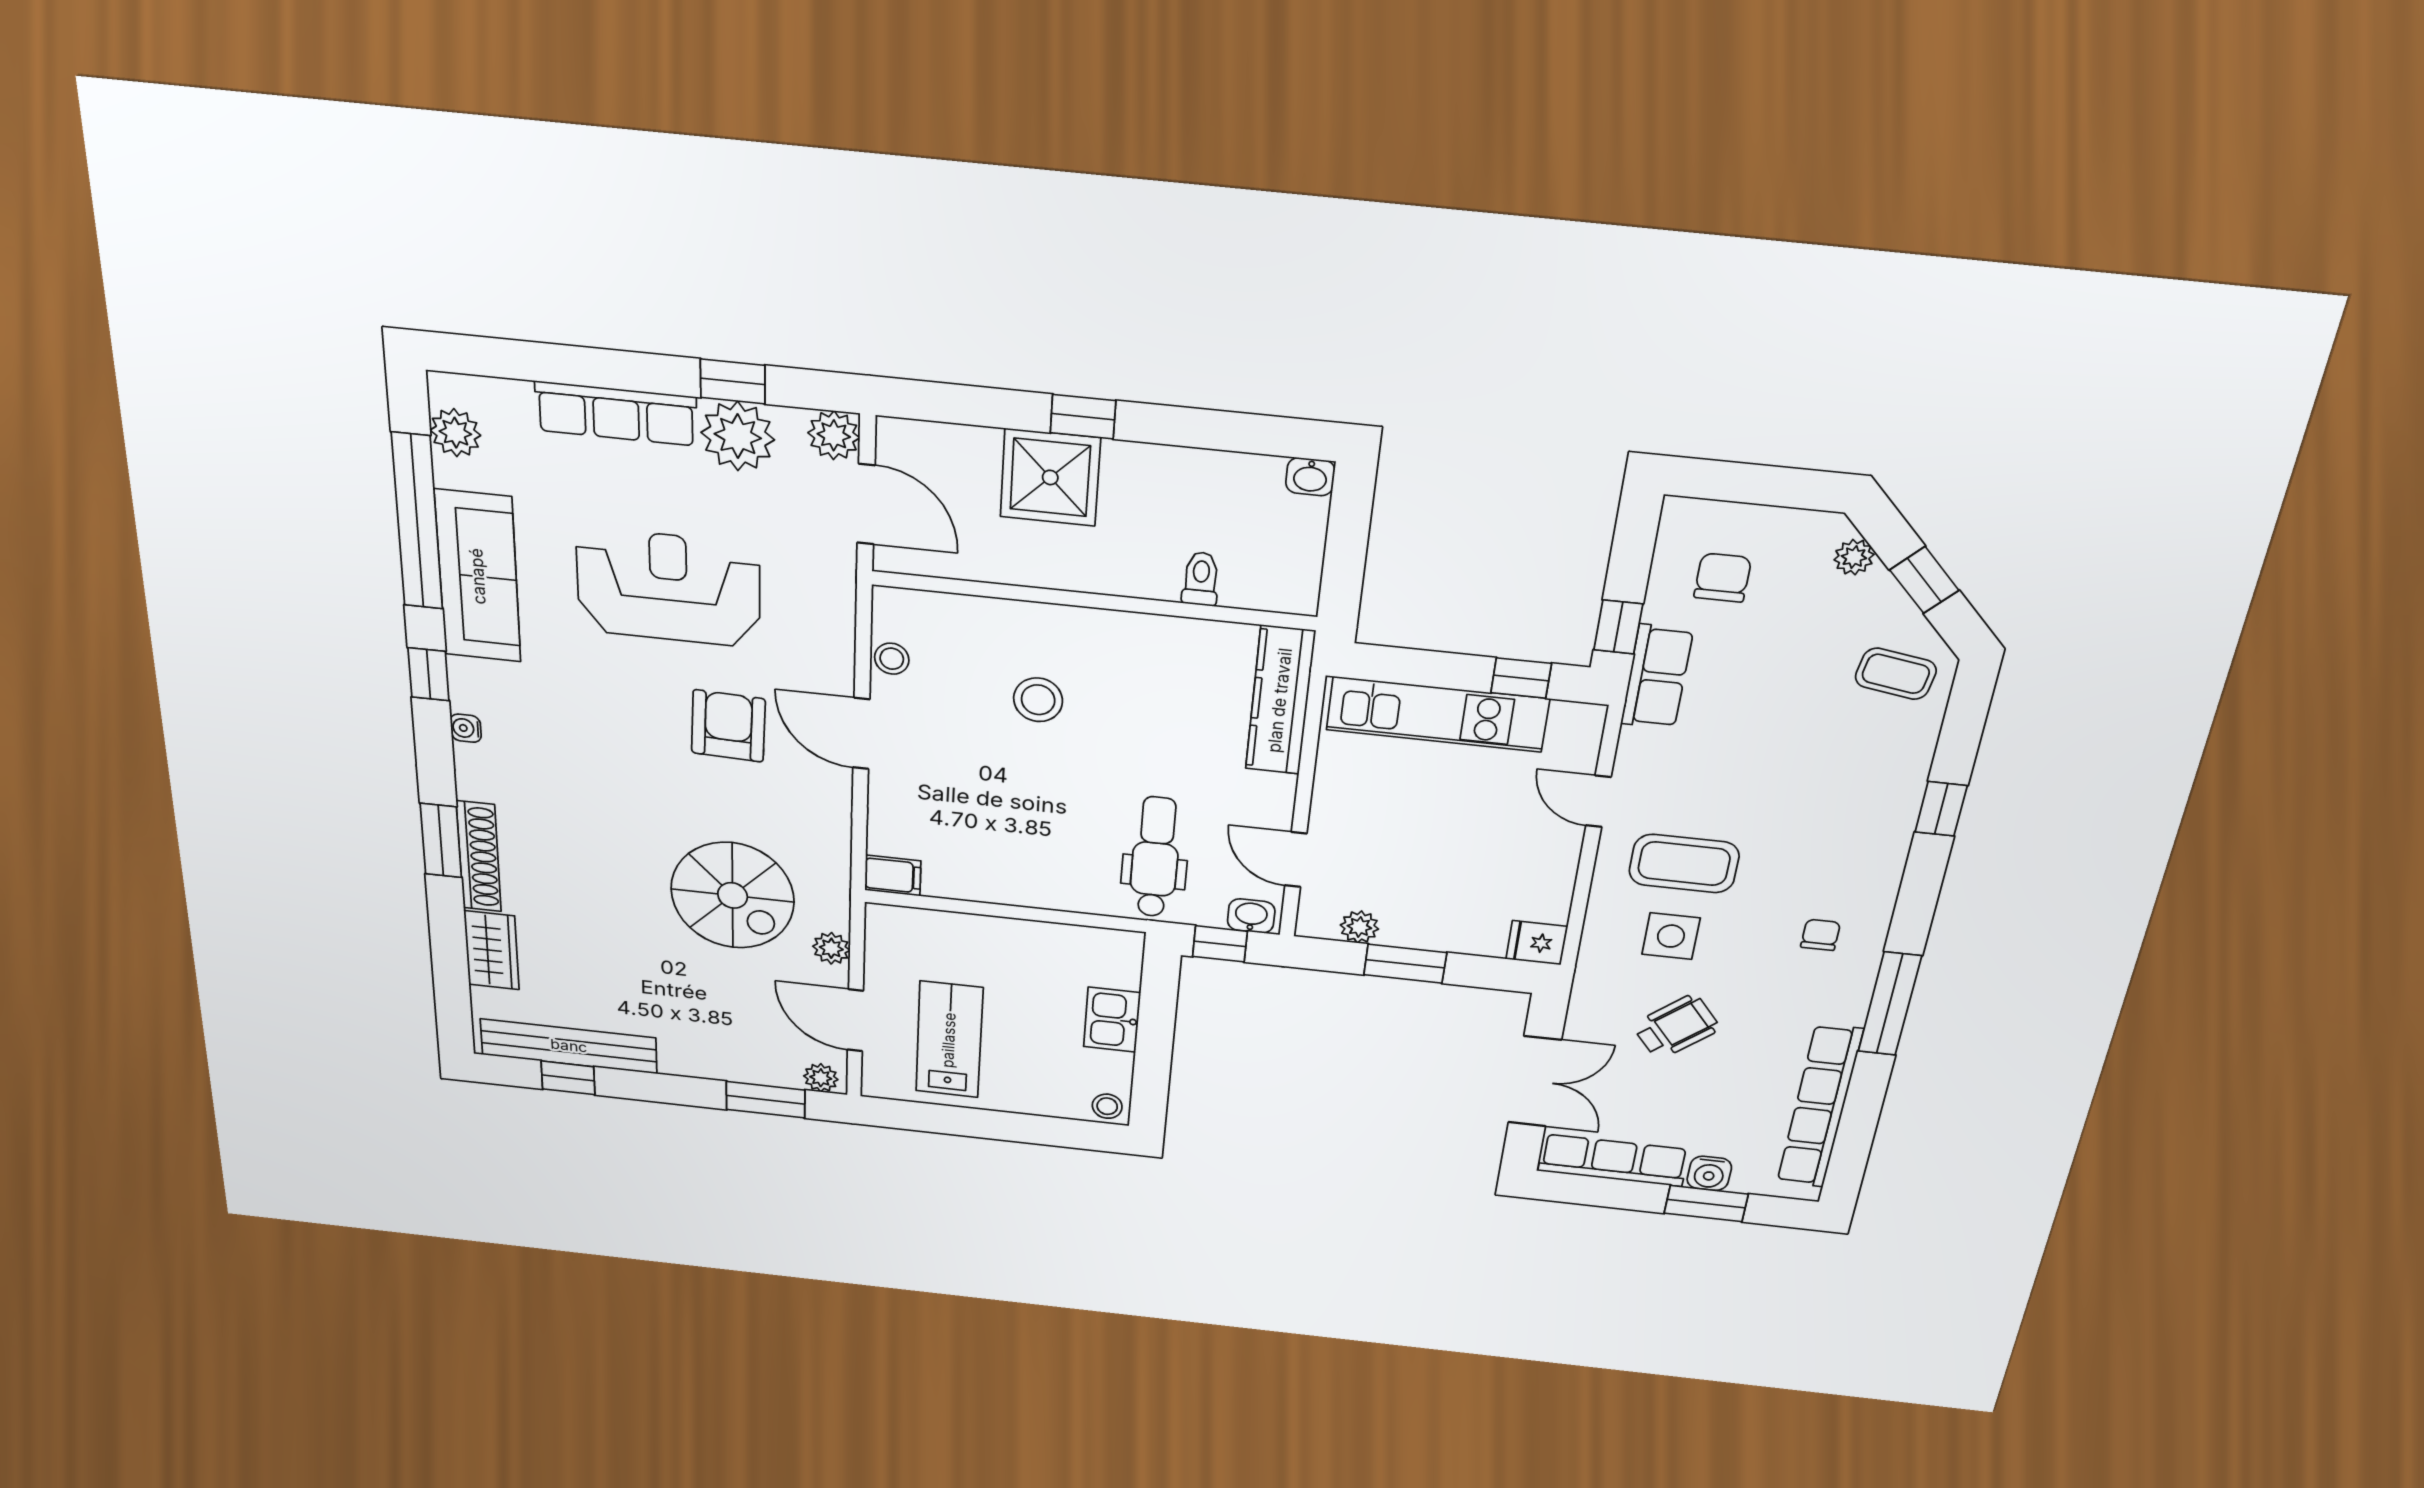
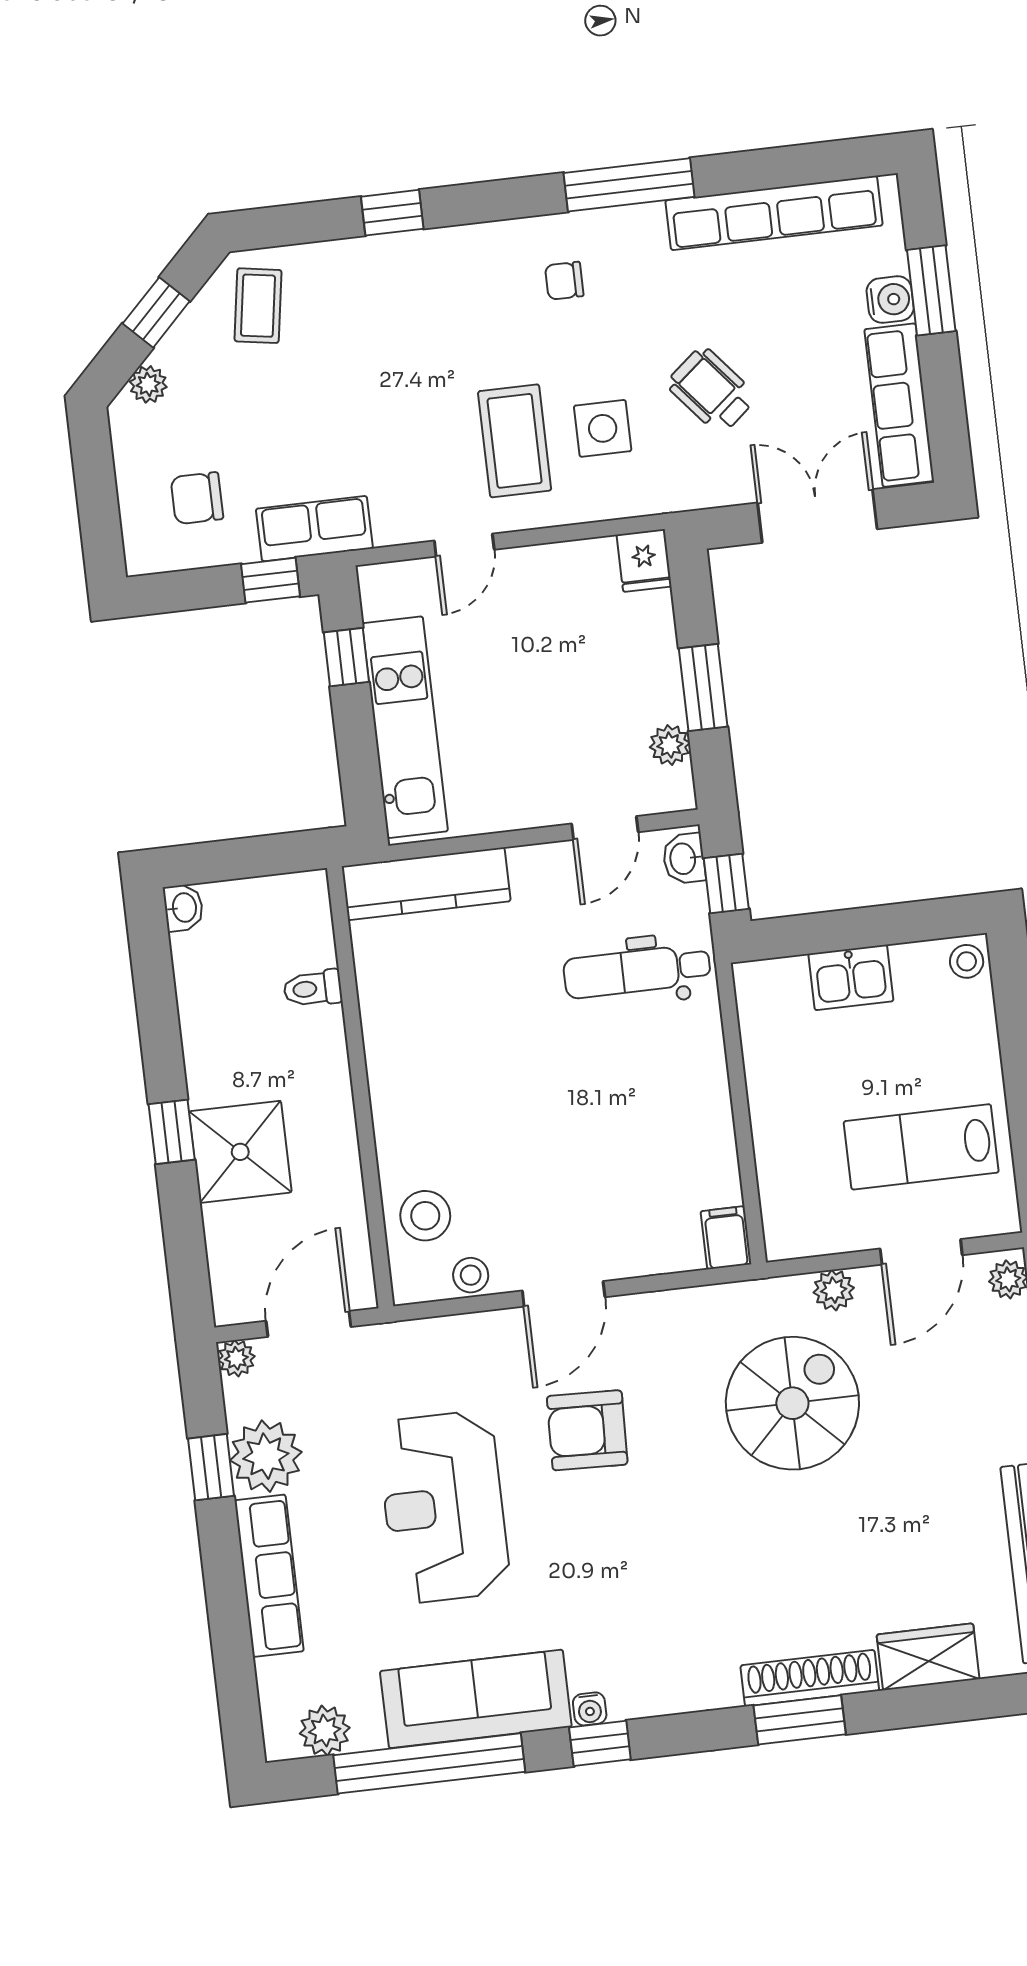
plant: (834, 435) -> (236, 1358), width x0.73, depth x0.73
stool: (1038, 700) -> (425, 1216), moved
water cooler: (466, 728) -> (590, 1709), moved

